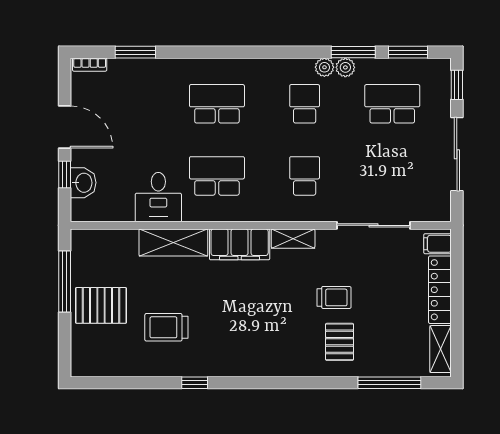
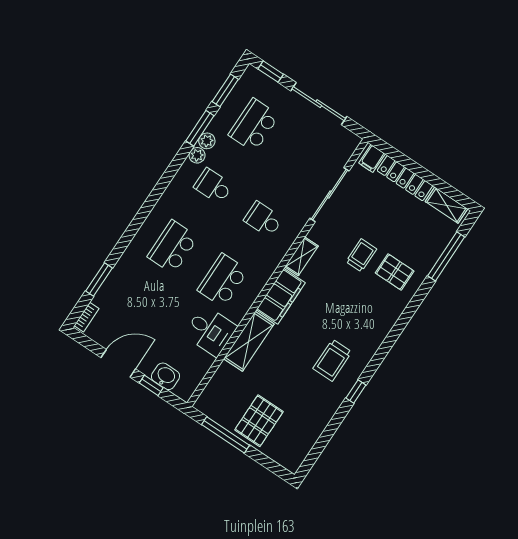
trolley: (166, 327) -> (332, 360), moved

